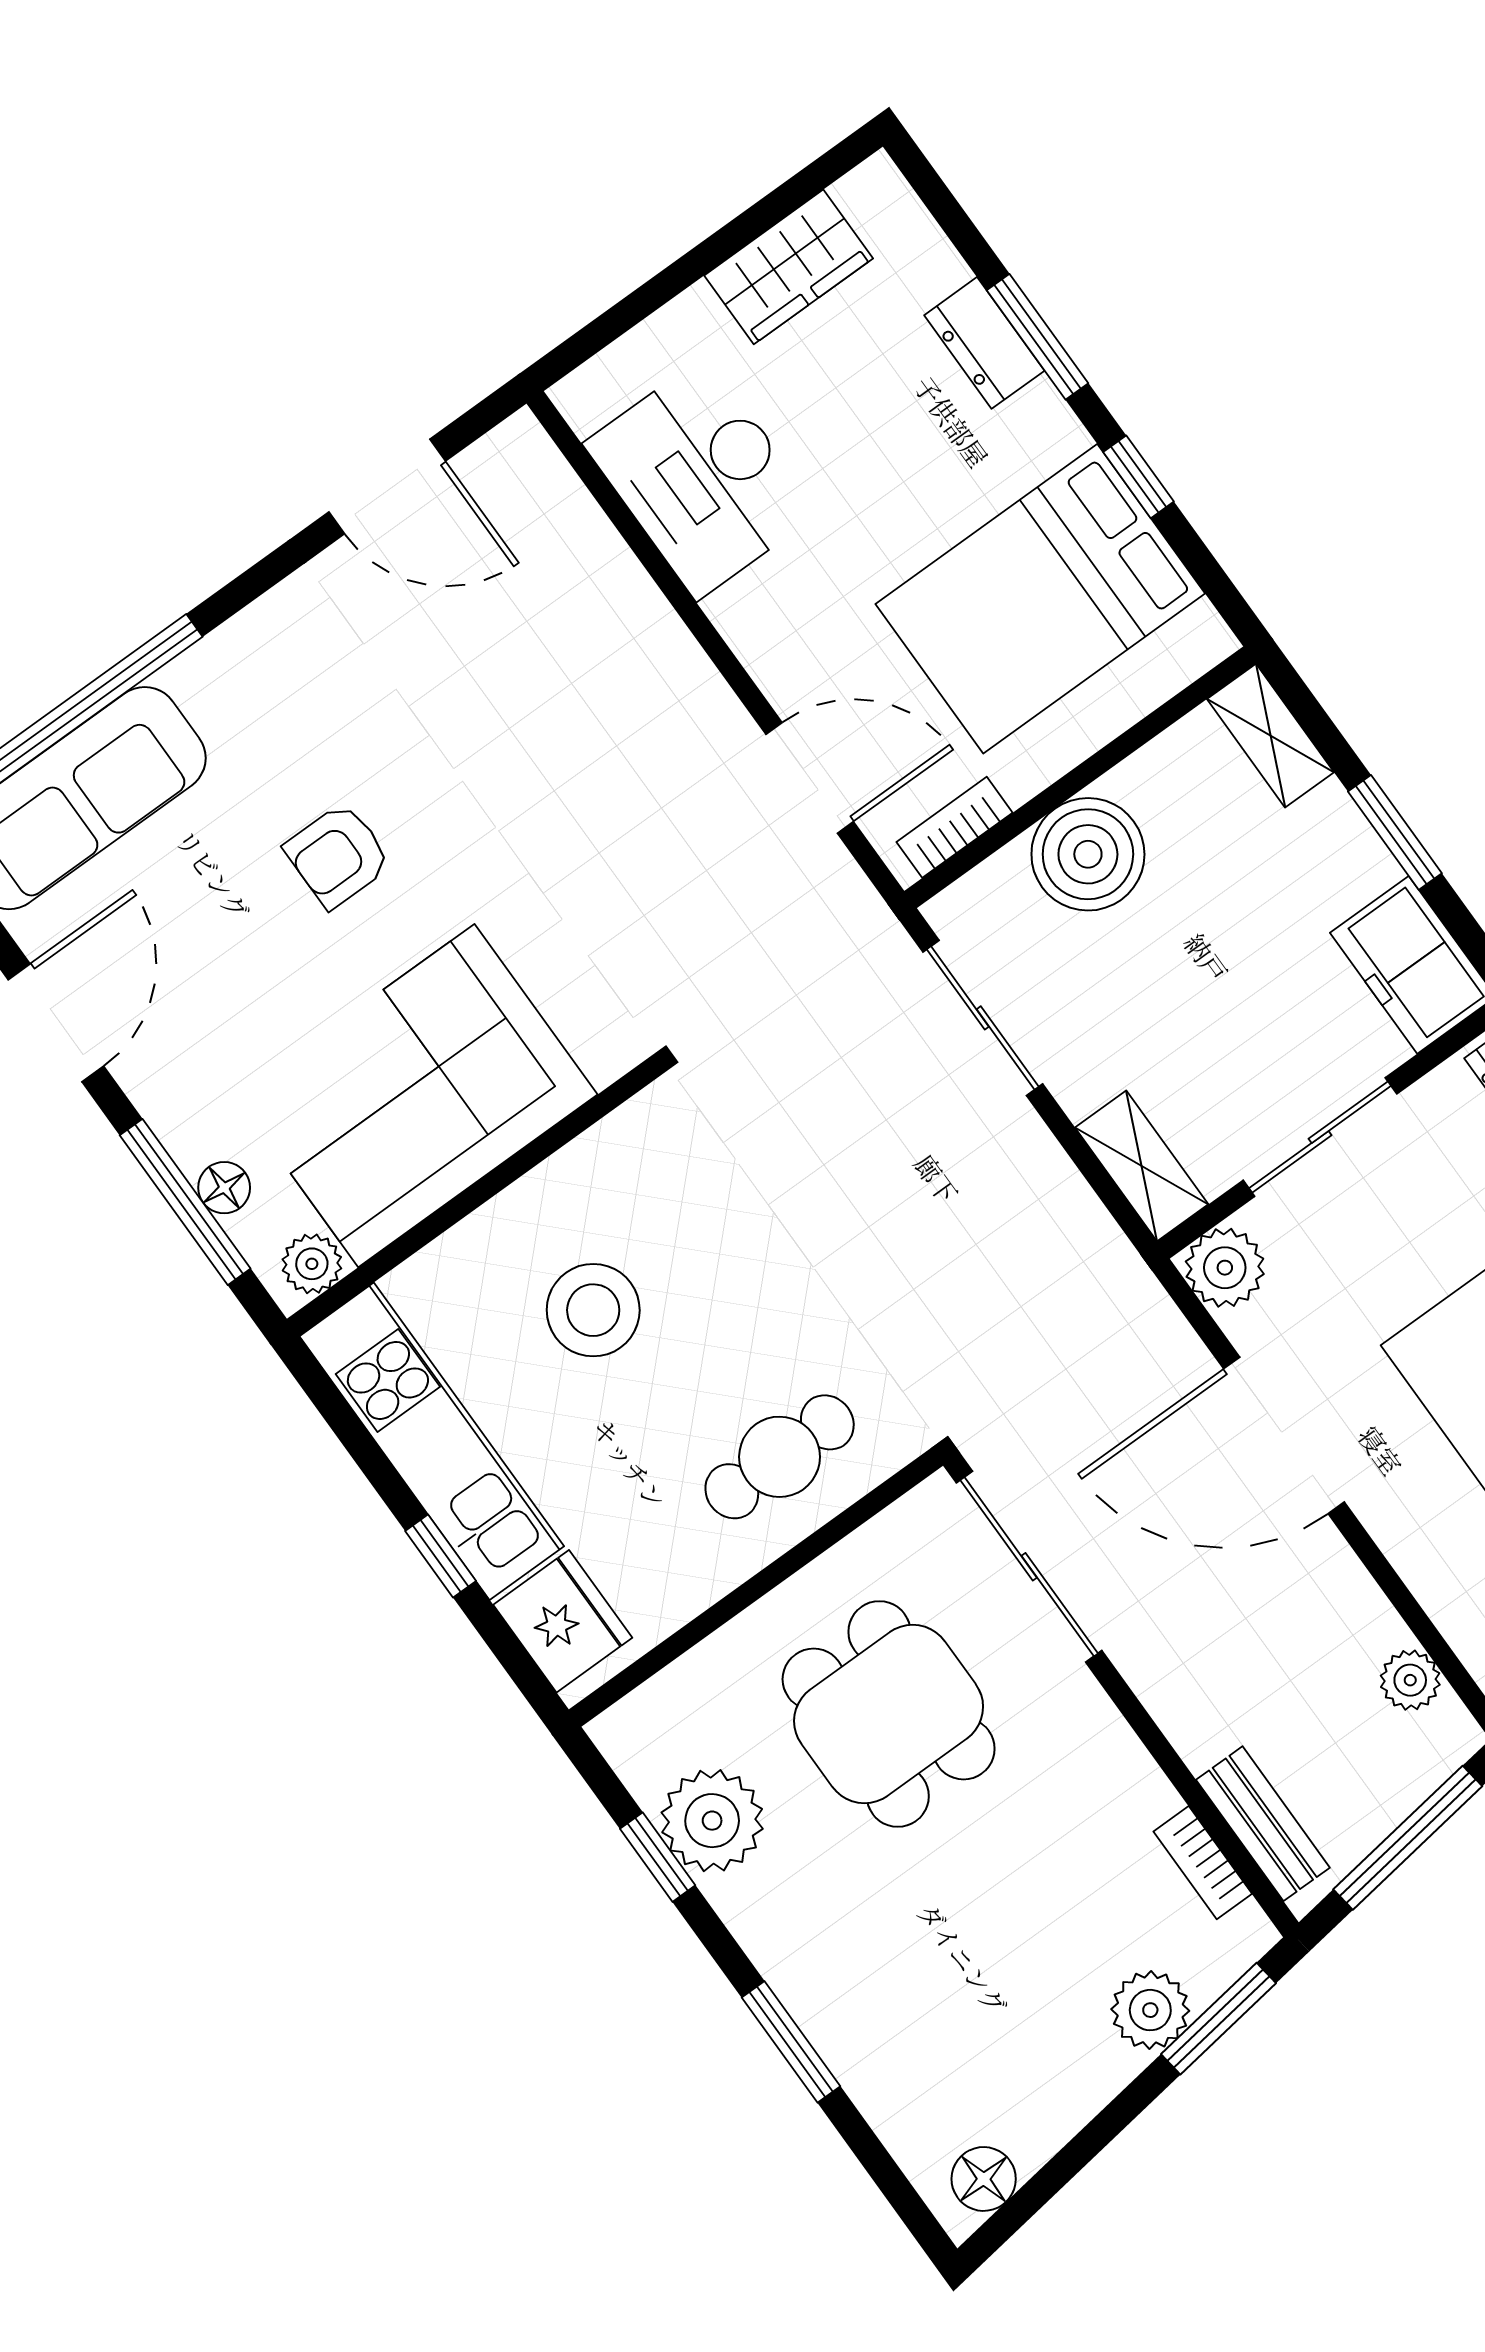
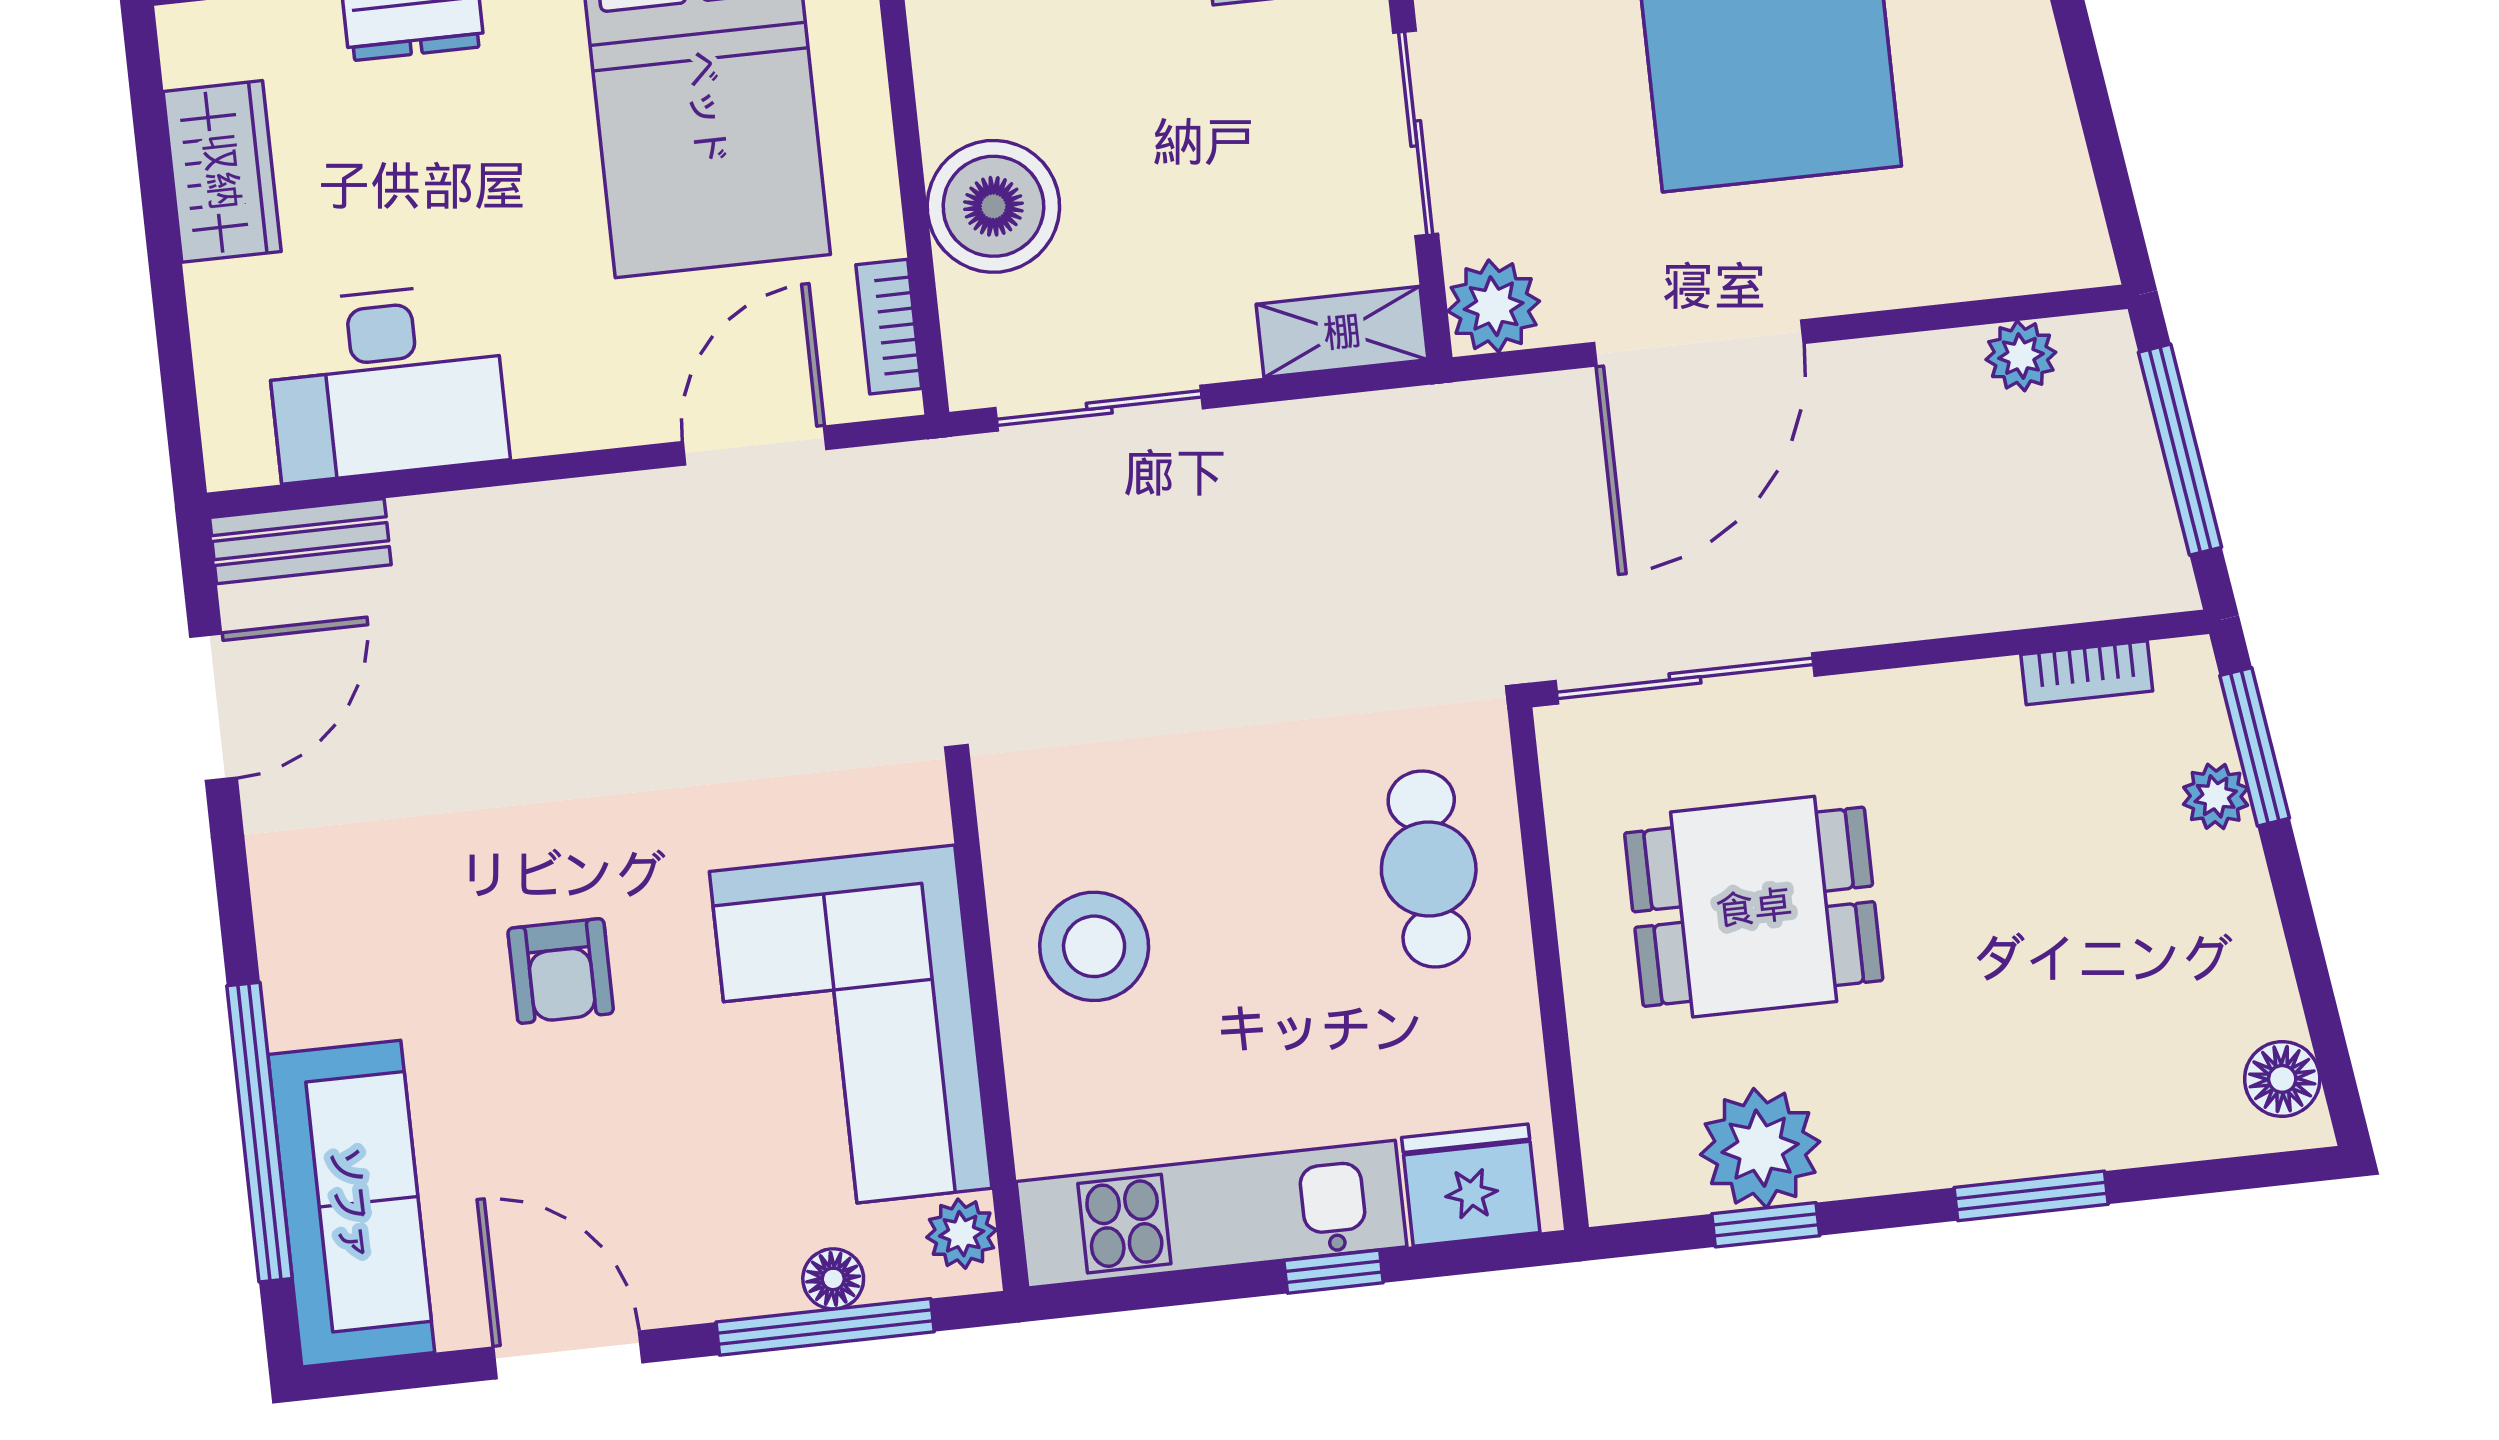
stool: (593, 1310) -> (1094, 946), moved
bench: (1263, 1824) -> (300, 541), moved
plant: (1150, 2010) -> (2216, 796), width x0.73, depth x0.73

